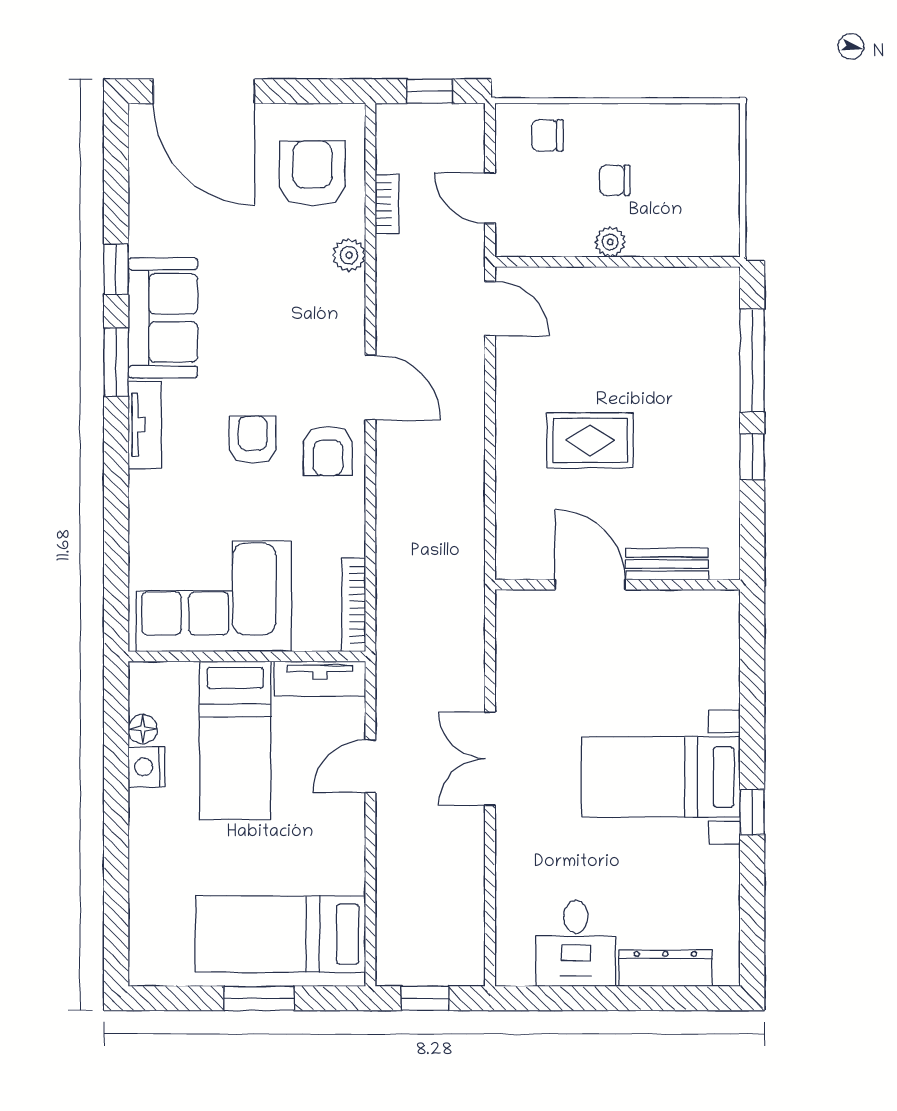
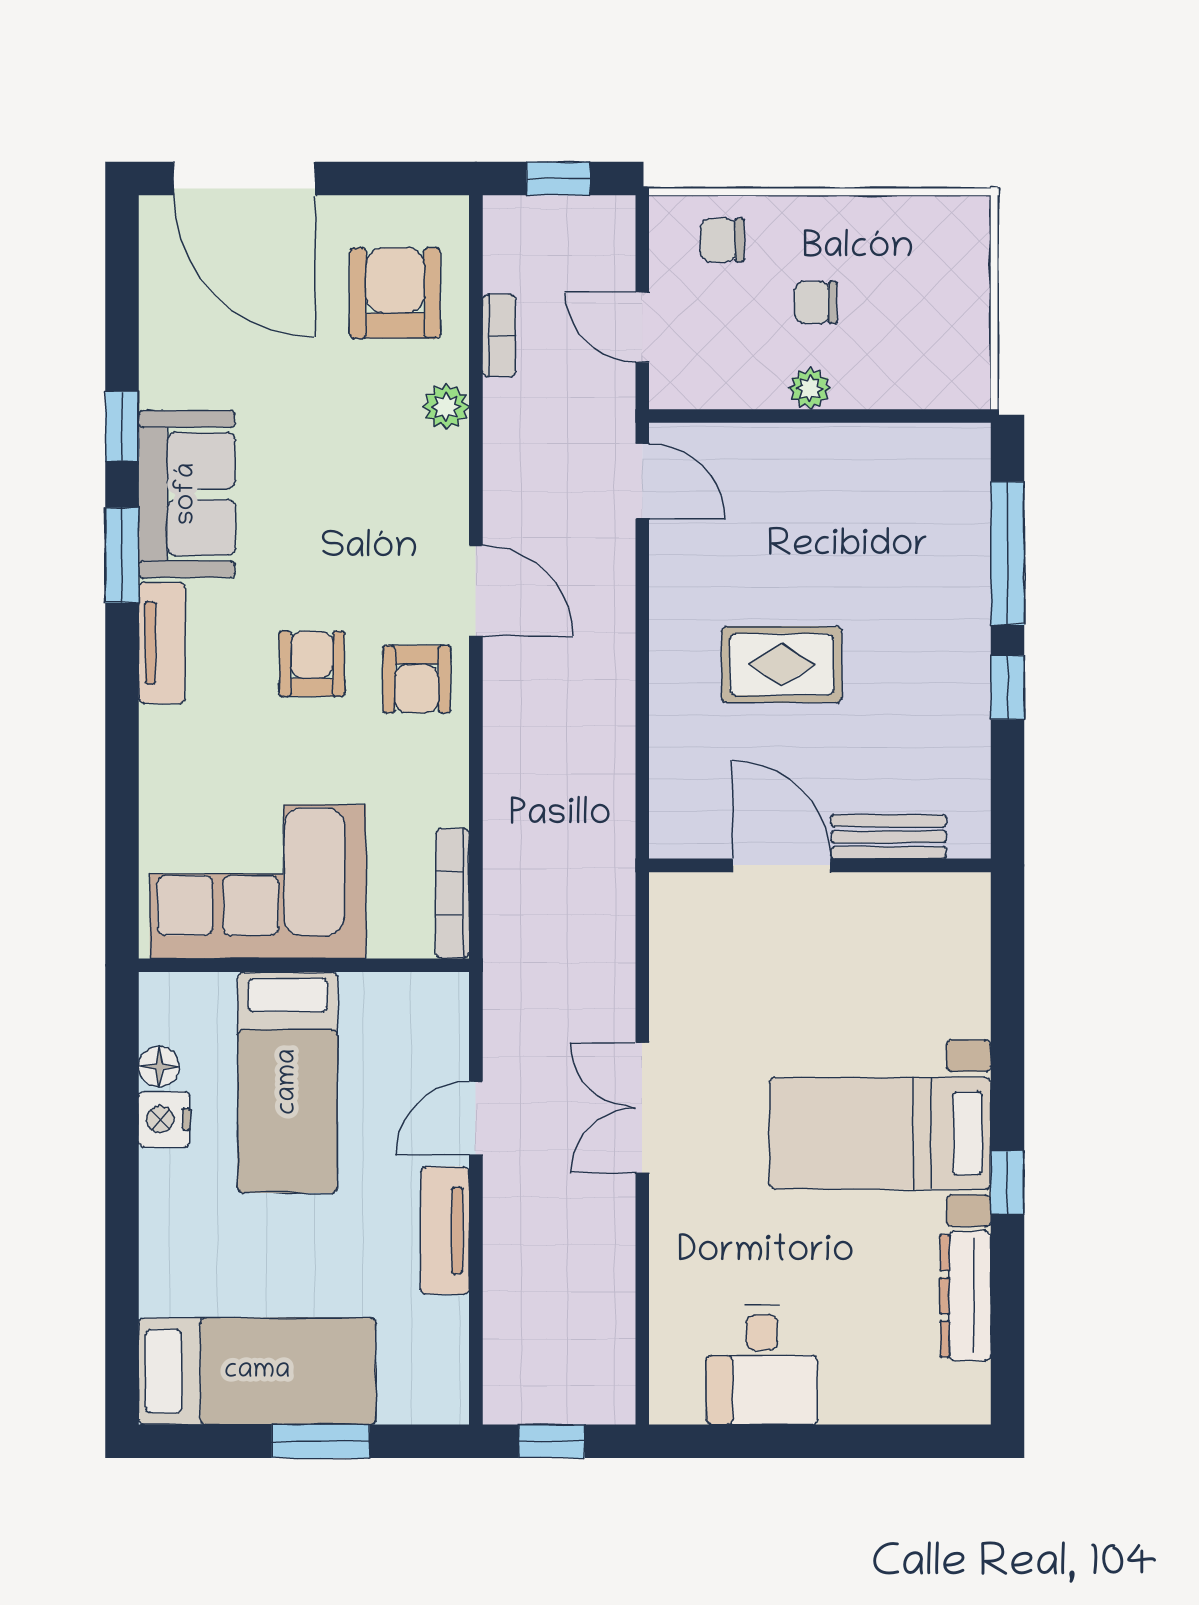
tv unit: (320, 679) -> (445, 1230), moved, turned 90
bed: (280, 934) -> (257, 1371), moved, turned 180
dresser: (665, 968) -> (965, 1296), moved, turned -90

